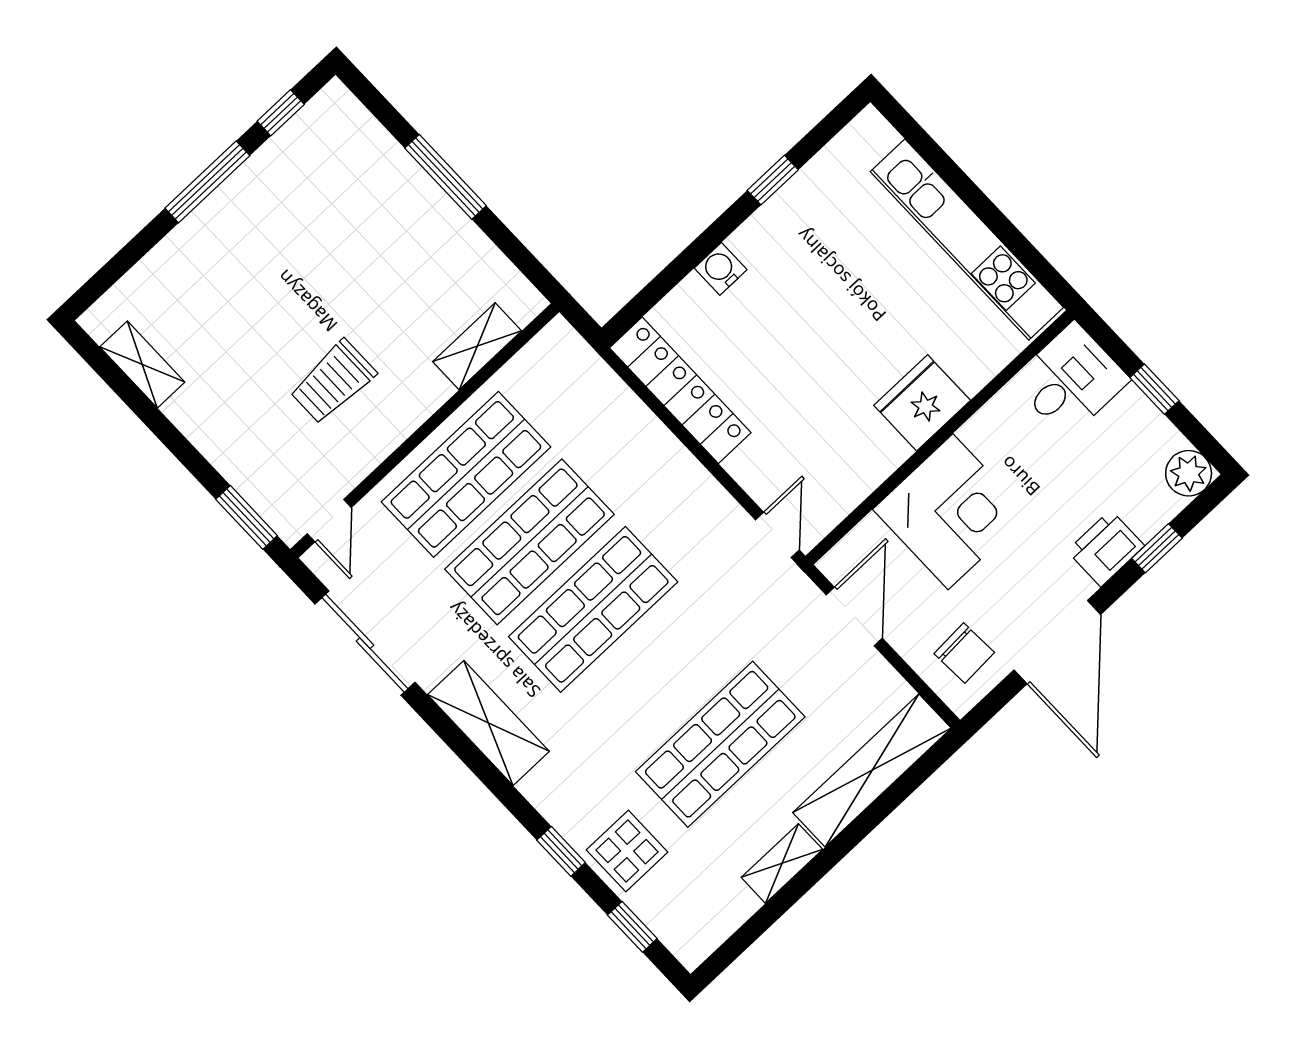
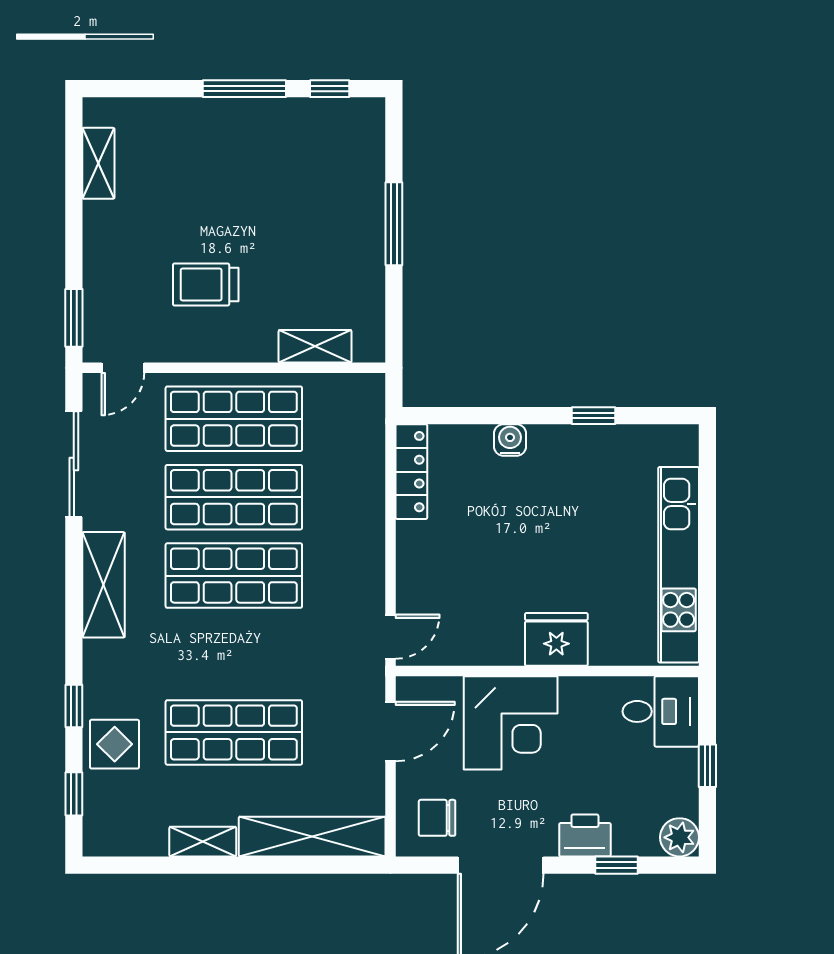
locker: (680, 390) -> (411, 472), width x0.71, depth x0.83
chair: (964, 653) -> (437, 818), turned 93

